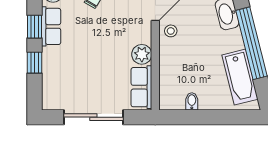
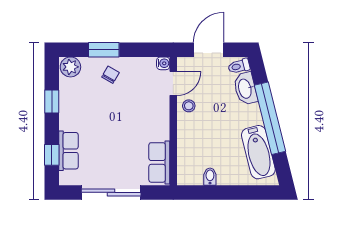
row of seats: (51, 26) -> (68, 151), moved
plant: (142, 54) -> (160, 129), removed
window: (34, 63) -> (52, 155), moved

